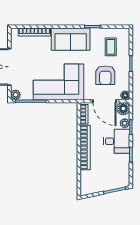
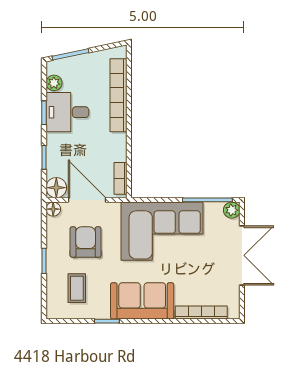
plant: (125, 123) -> (54, 83), moved
desk: (117, 141) -> (67, 112), moved
bookcase: (85, 148) -> (118, 95), moved

